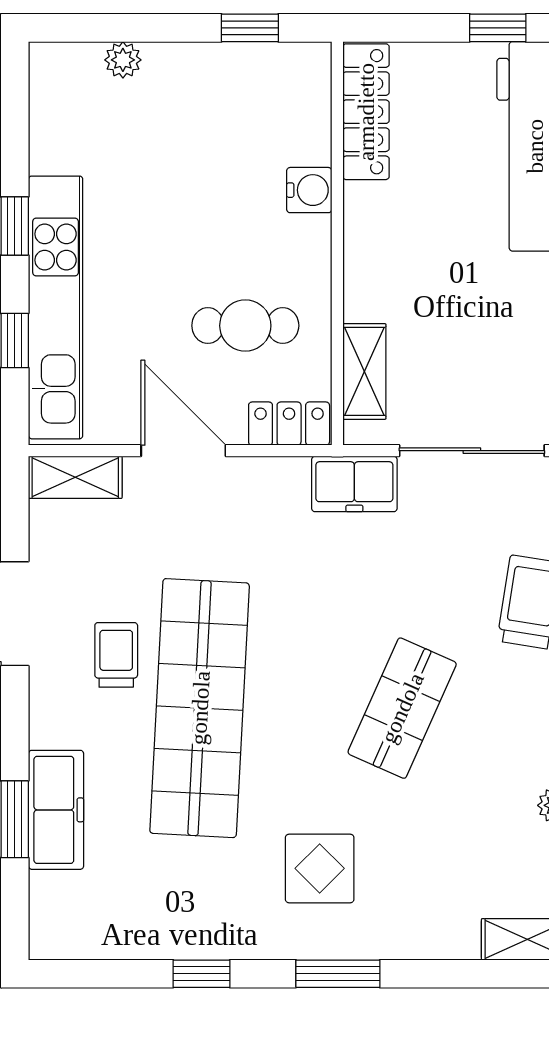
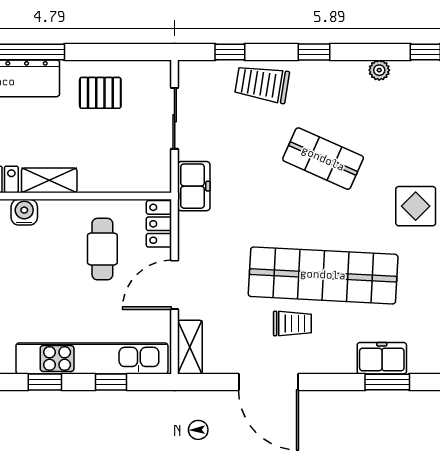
pallet: (516, 322) -> (100, 93), added
shelving: (364, 371) -> (49, 180), moved
sliding door: (472, 451) -> (175, 118), width x0.73
trolley: (116, 655) -> (292, 324), turned 180
freezer: (56, 810) -> (382, 358), width x0.71

